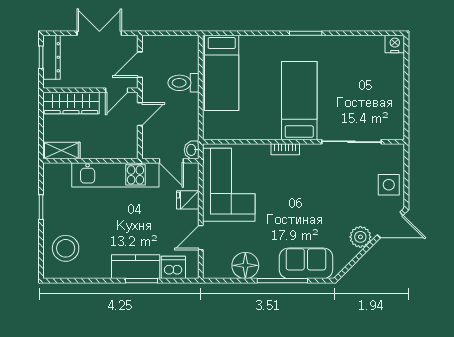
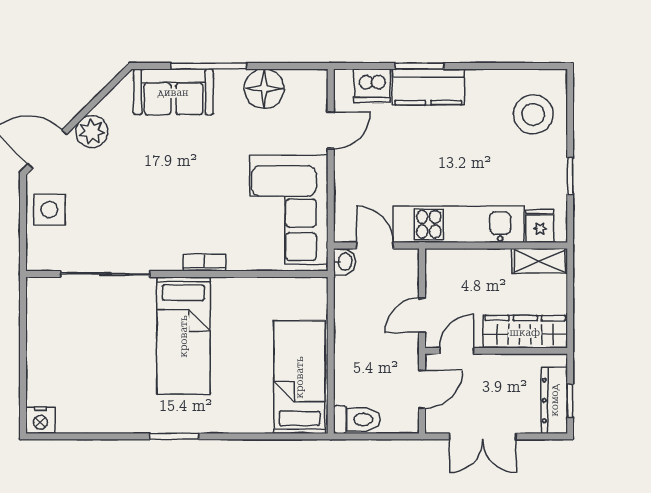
toilet: (183, 83) -> (357, 419), moved
fridge: (188, 200) -> (540, 226), moved, turned -90

